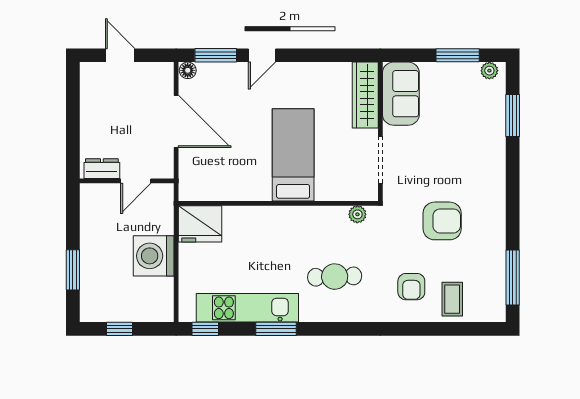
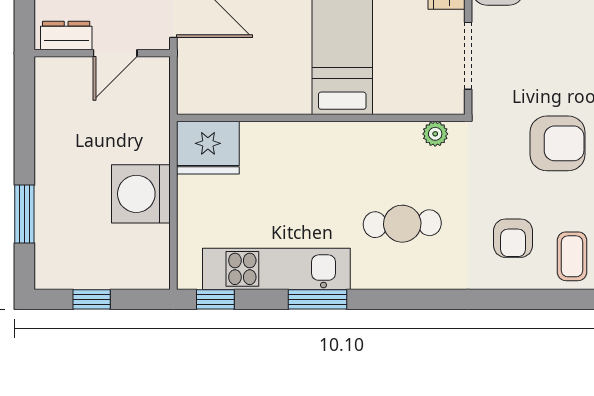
dresser: (102, 169) -> (66, 35), moved
wall: (127, 181) -> (102, 53), moved
door: (136, 181) -> (115, 53), moved

